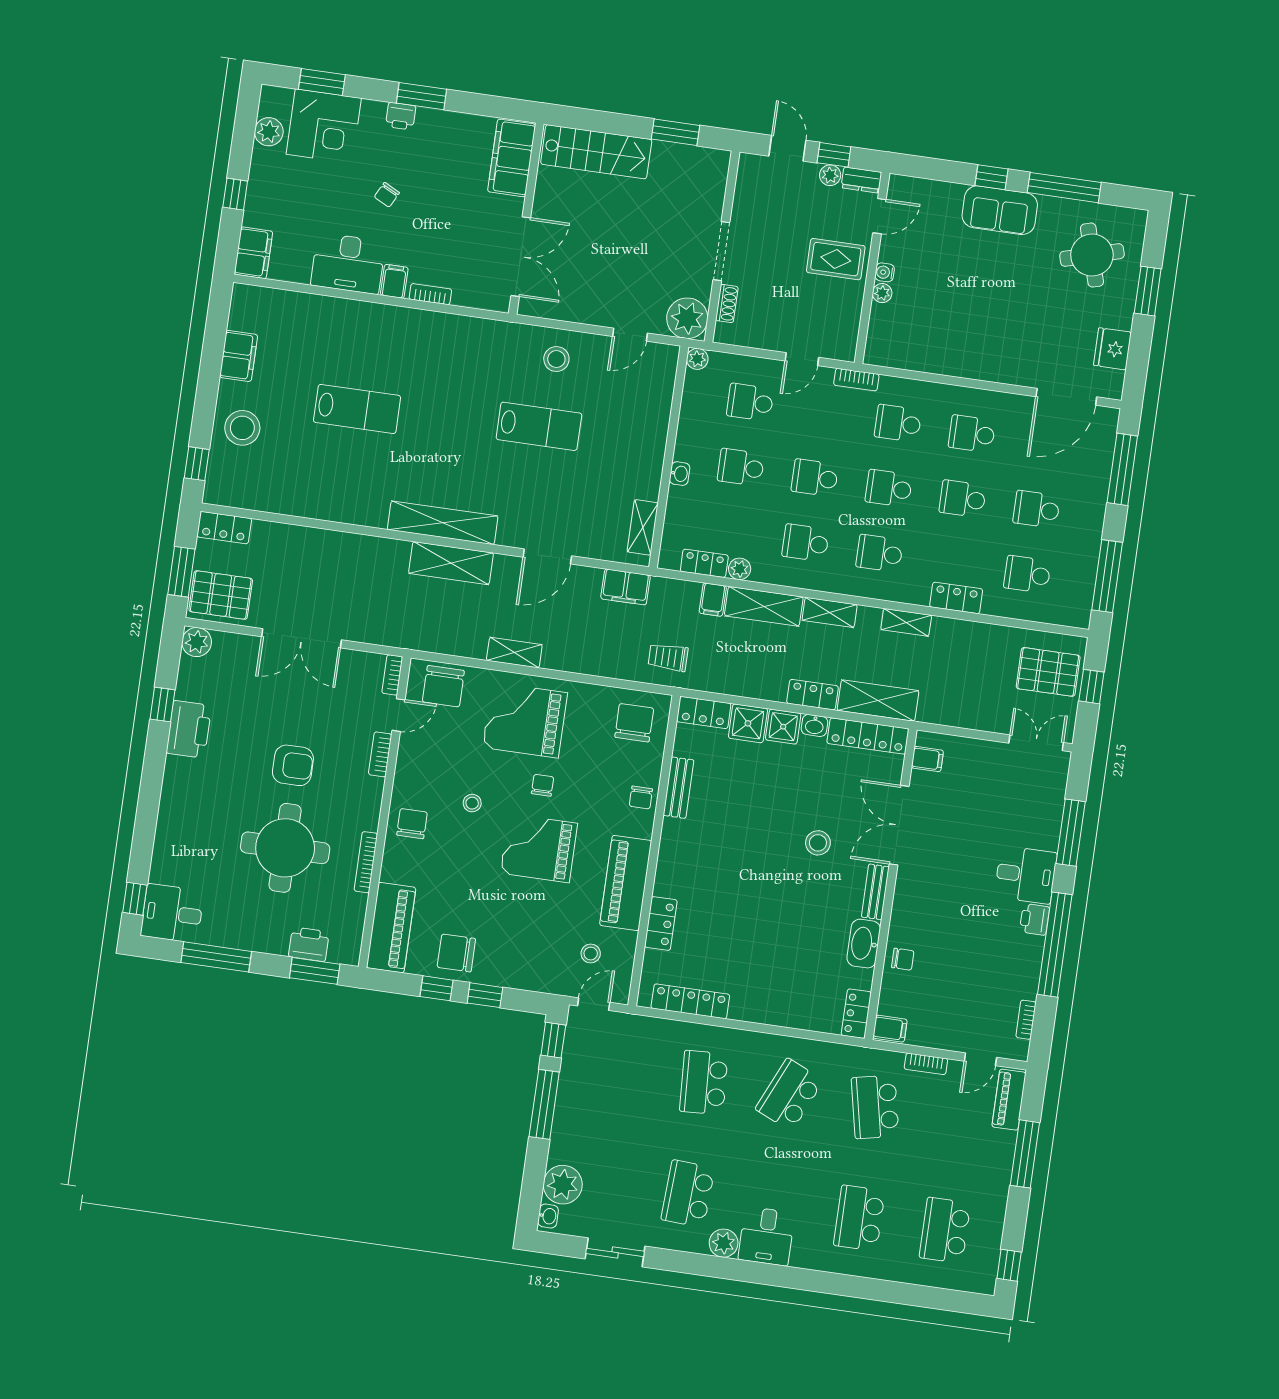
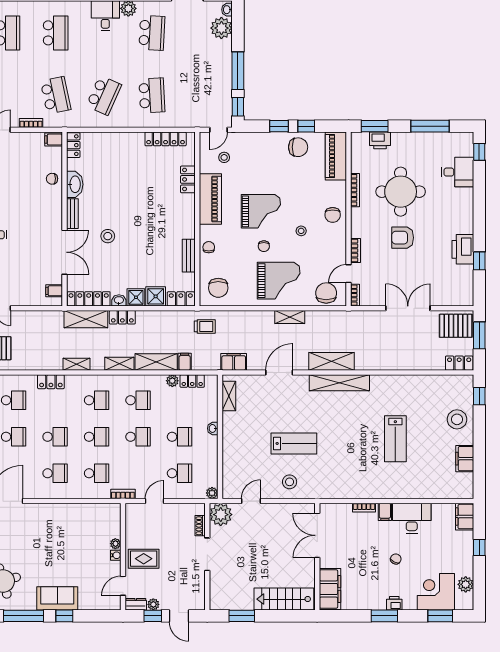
lab bench: (357, 409) -> (395, 439), turned -90
lab bench: (539, 426) -> (294, 443), turned 180
plant: (197, 642) -> (465, 298), removed
desk: (172, 913) -> (458, 172), moved

